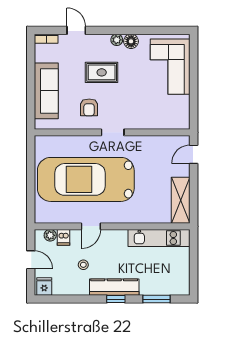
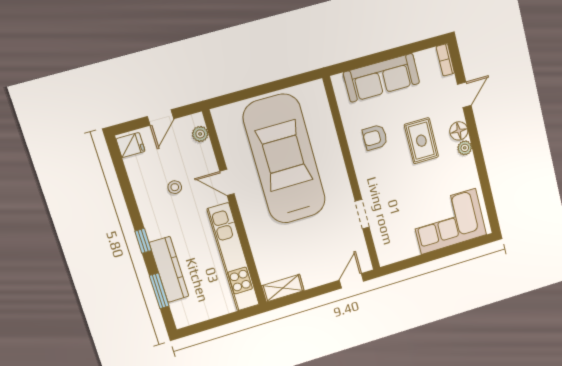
floor lamp: (131, 41) -> (459, 131), moved
doorway: (113, 132) -> (362, 214), moved
door: (194, 154) -> (351, 281), hinge flipped
shelving: (181, 200) -> (283, 288), width x0.67, depth x0.75
dishwasher: (63, 237) -> (203, 152), removed
kitchen unit: (159, 238) -> (233, 257), width x1.36
kitchen counter: (114, 287) -> (169, 269), moved

